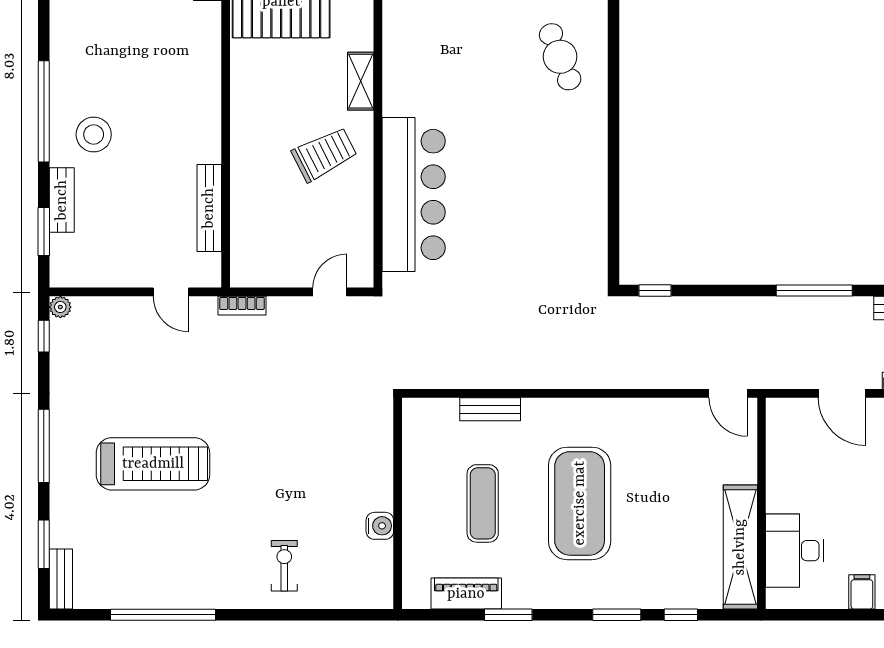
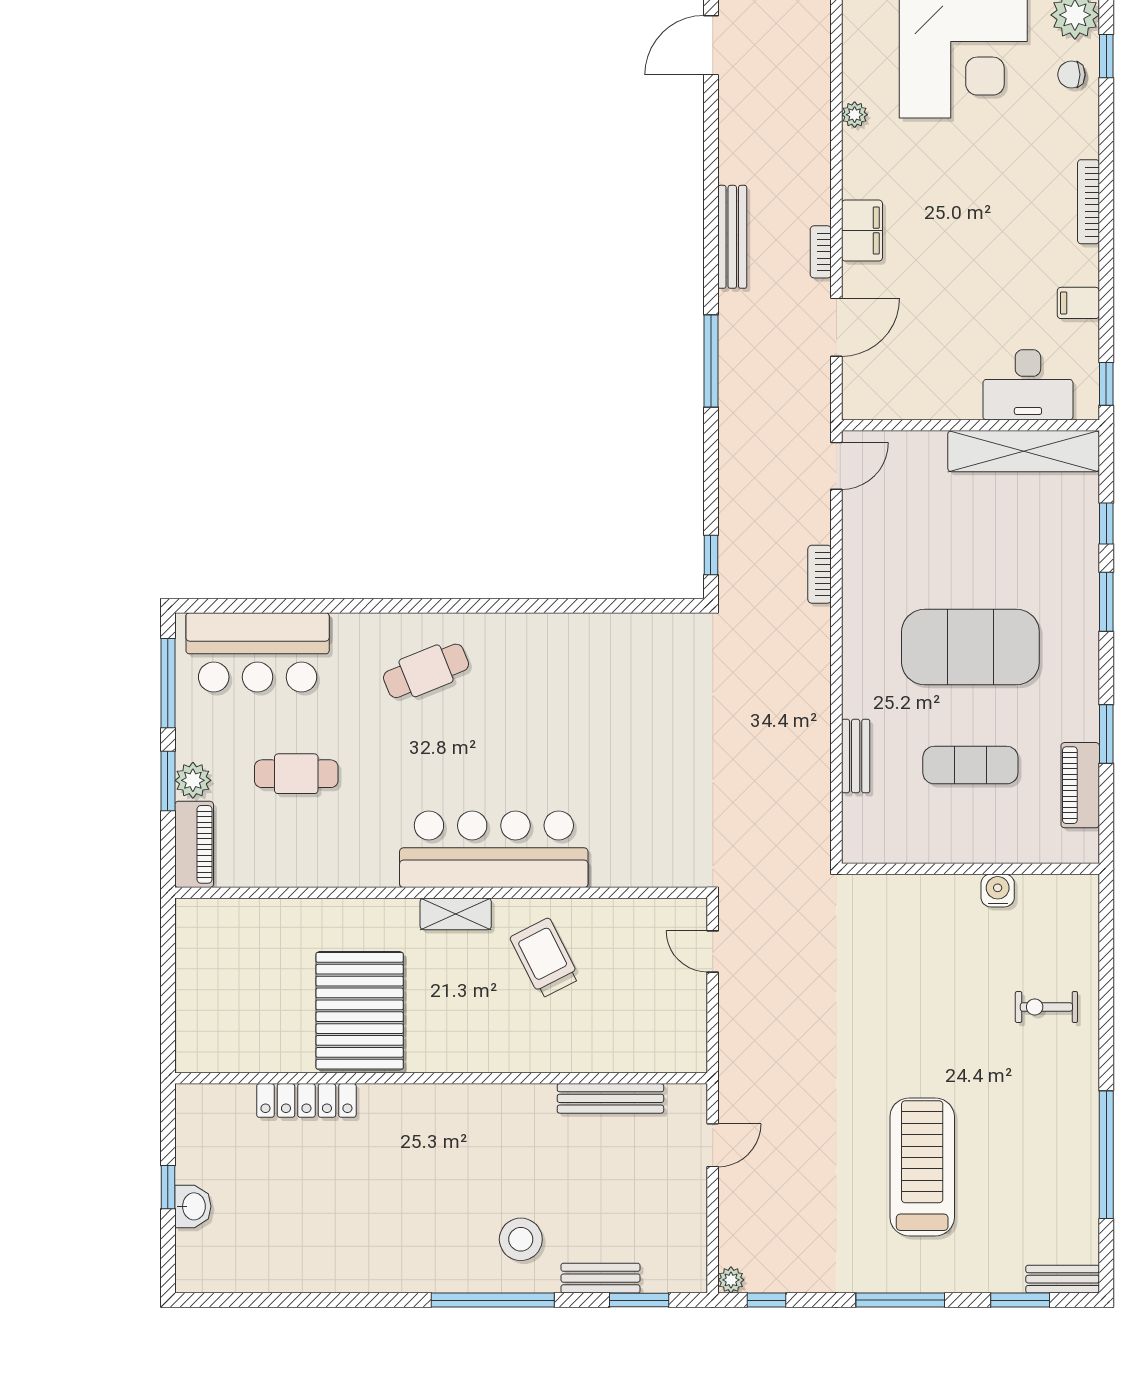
bar counter: (414, 194) -> (494, 849), moved
bookcase: (242, 306) -> (820, 574), moved, turned 180
window: (795, 615) -> (1106, 384), added

